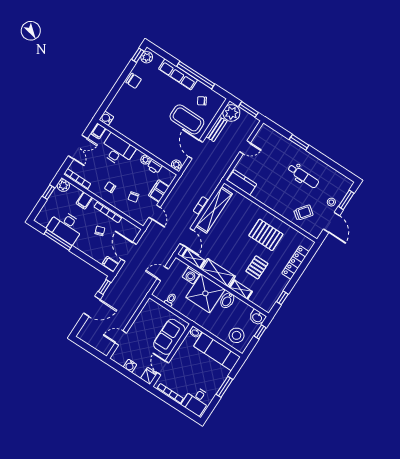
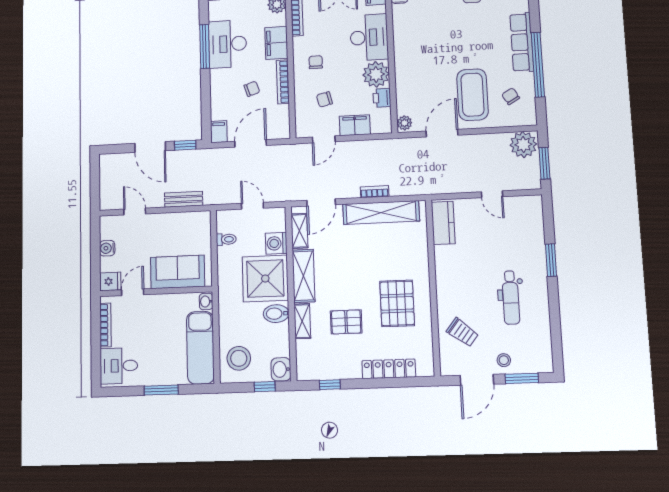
bench: (216, 129) -> (184, 199), moved
plant: (145, 160) -> (376, 74), width x1.88, depth x1.88
filing cabinet: (84, 201) -> (276, 43), width x2.00

